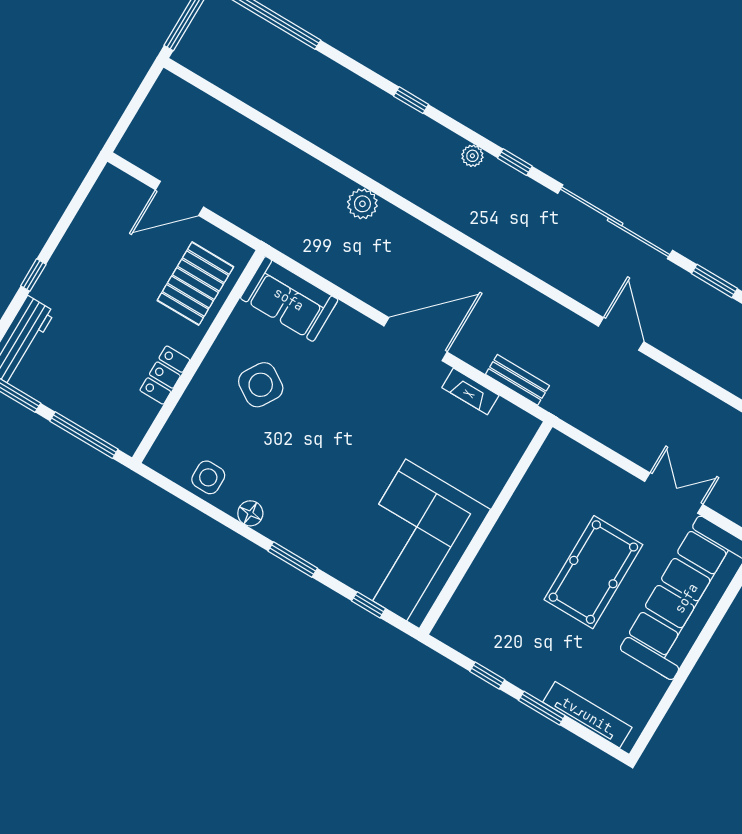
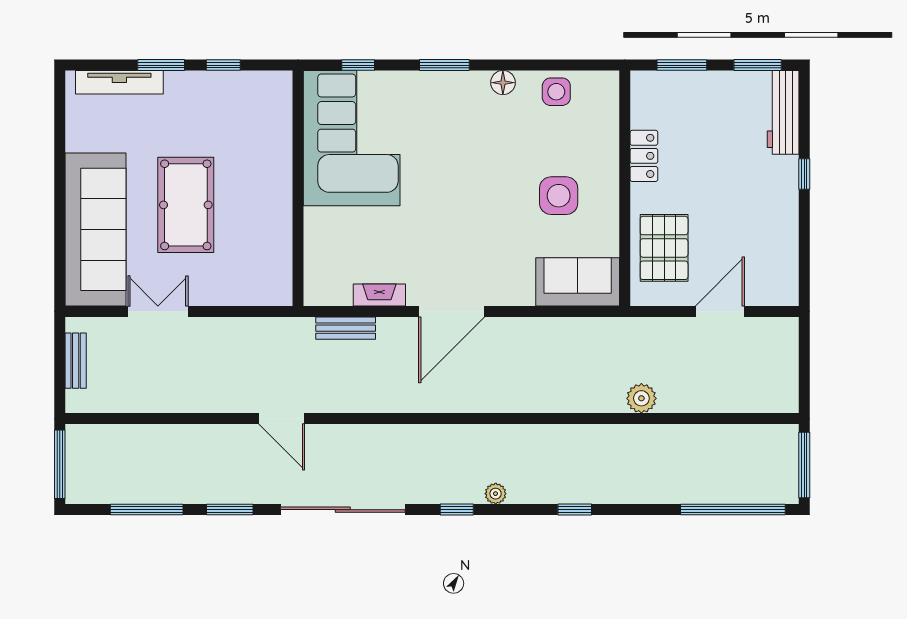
plant: (362, 204) -> (641, 398), moved
side table: (261, 385) -> (559, 196), turned -32
window: (84, 435) -> (682, 65), width x0.69
double door: (674, 493) -> (158, 311), swing flipped

